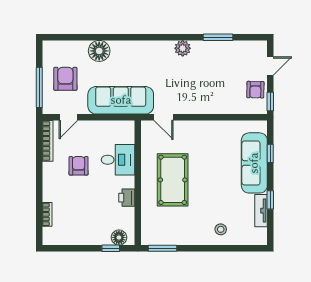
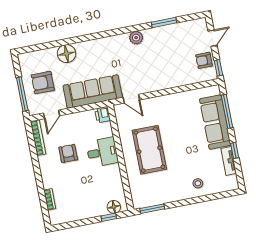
armchair: (65, 79) -> (43, 83), turned -90
armchair: (255, 90) -> (204, 60), turned 89
window: (270, 153) -> (227, 111), width x2.17
desk: (118, 160) -> (102, 152), moved
printer: (127, 198) -> (103, 115), moved

